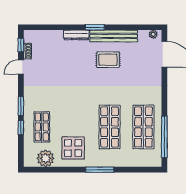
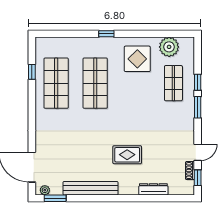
window: (95, 27) -> (55, 198), moved
dresser: (76, 35) -> (153, 189), moved
rug: (108, 60) -> (127, 155), moved
window: (164, 137) -> (32, 72), width x0.32
window: (100, 170) -> (106, 34), width x0.46

